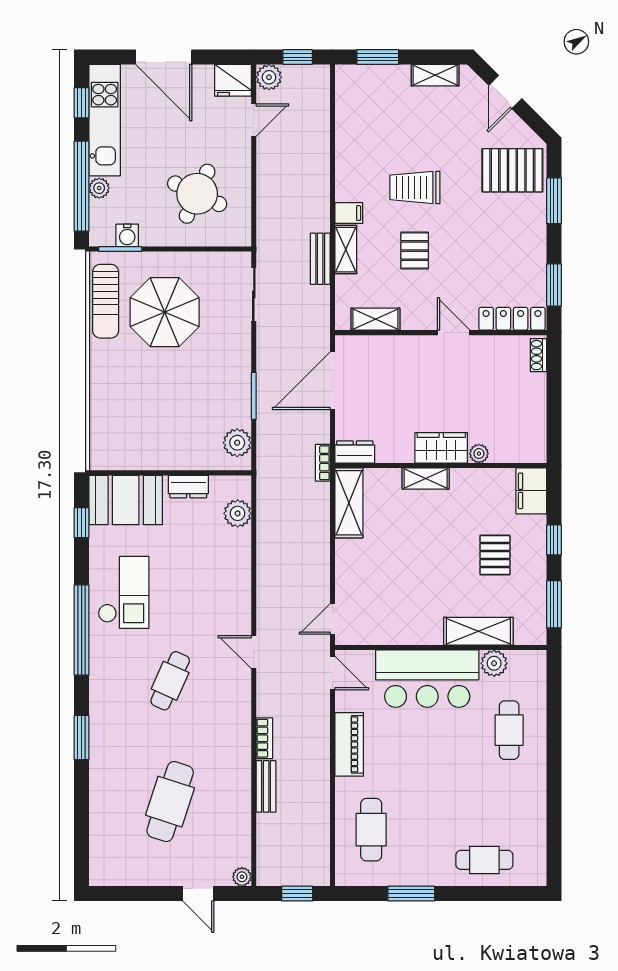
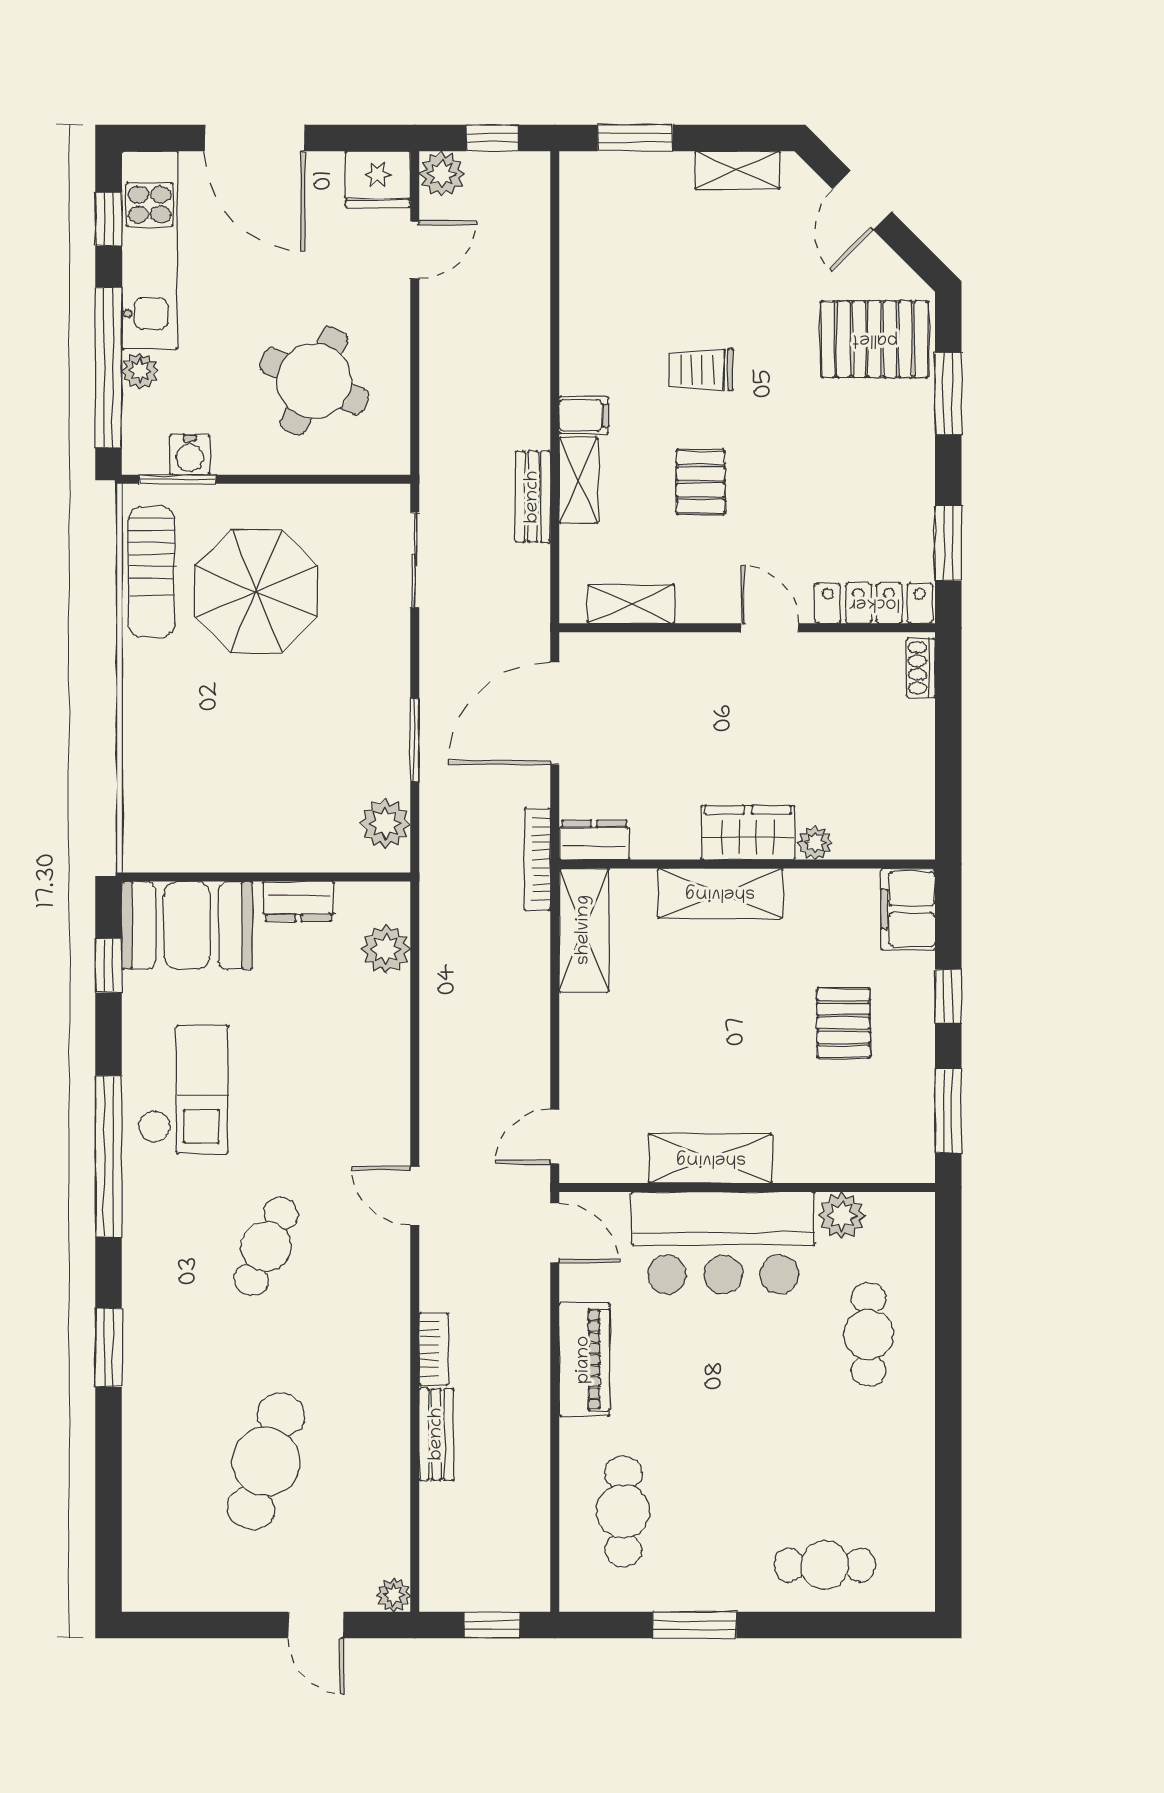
trolley: (415, 187) -> (701, 370), width x0.73, depth x0.72
bookcase: (323, 463) -> (537, 859), width x1.56
shelving: (426, 478) -> (720, 893), width x1.50, depth x1.33
shelving: (478, 631) -> (711, 1159), moved

